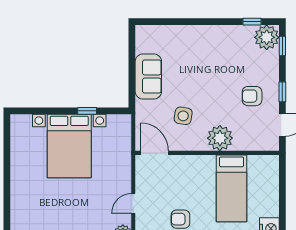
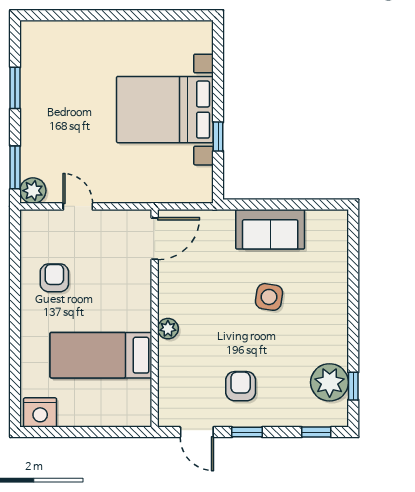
plant: (267, 37) -> (330, 382), moved
side table: (183, 116) -> (269, 297), moved
plant: (220, 138) -> (168, 329), width x0.53, depth x0.53

